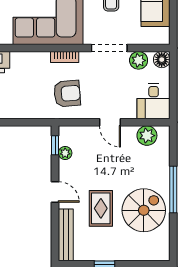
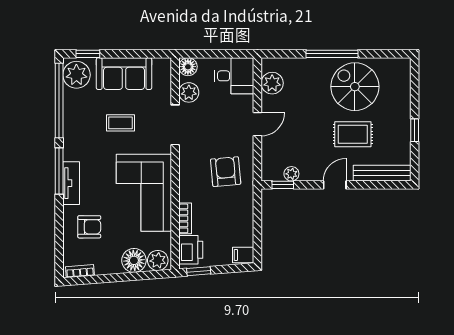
bookcase: (65, 57) -> (185, 218), moved

